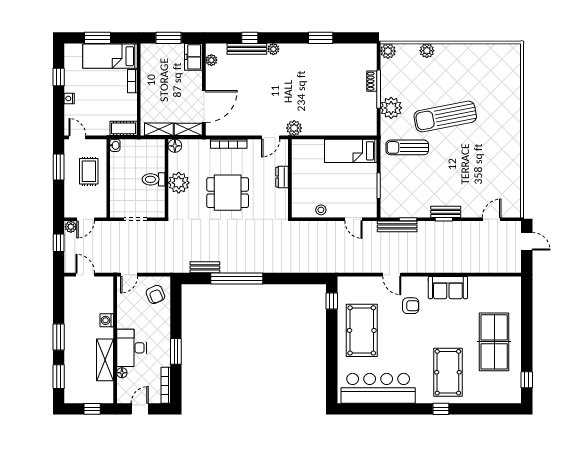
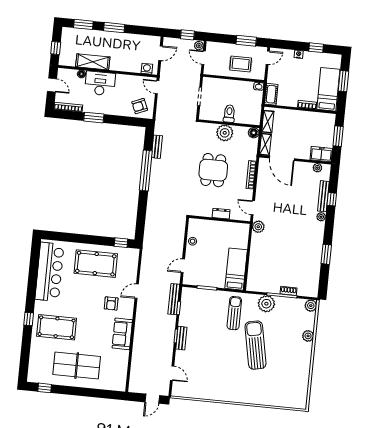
washing machine: (107, 320) -> (147, 69), moved

